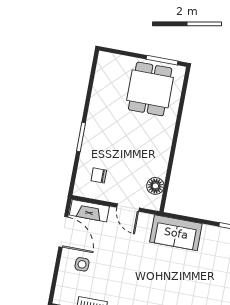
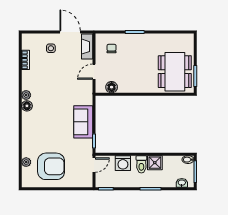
dining table: (150, 89) -> (175, 72), width x1.37
door: (63, 232) -> (70, 32), swing flipped
sofa: (176, 233) -> (83, 122), moved

